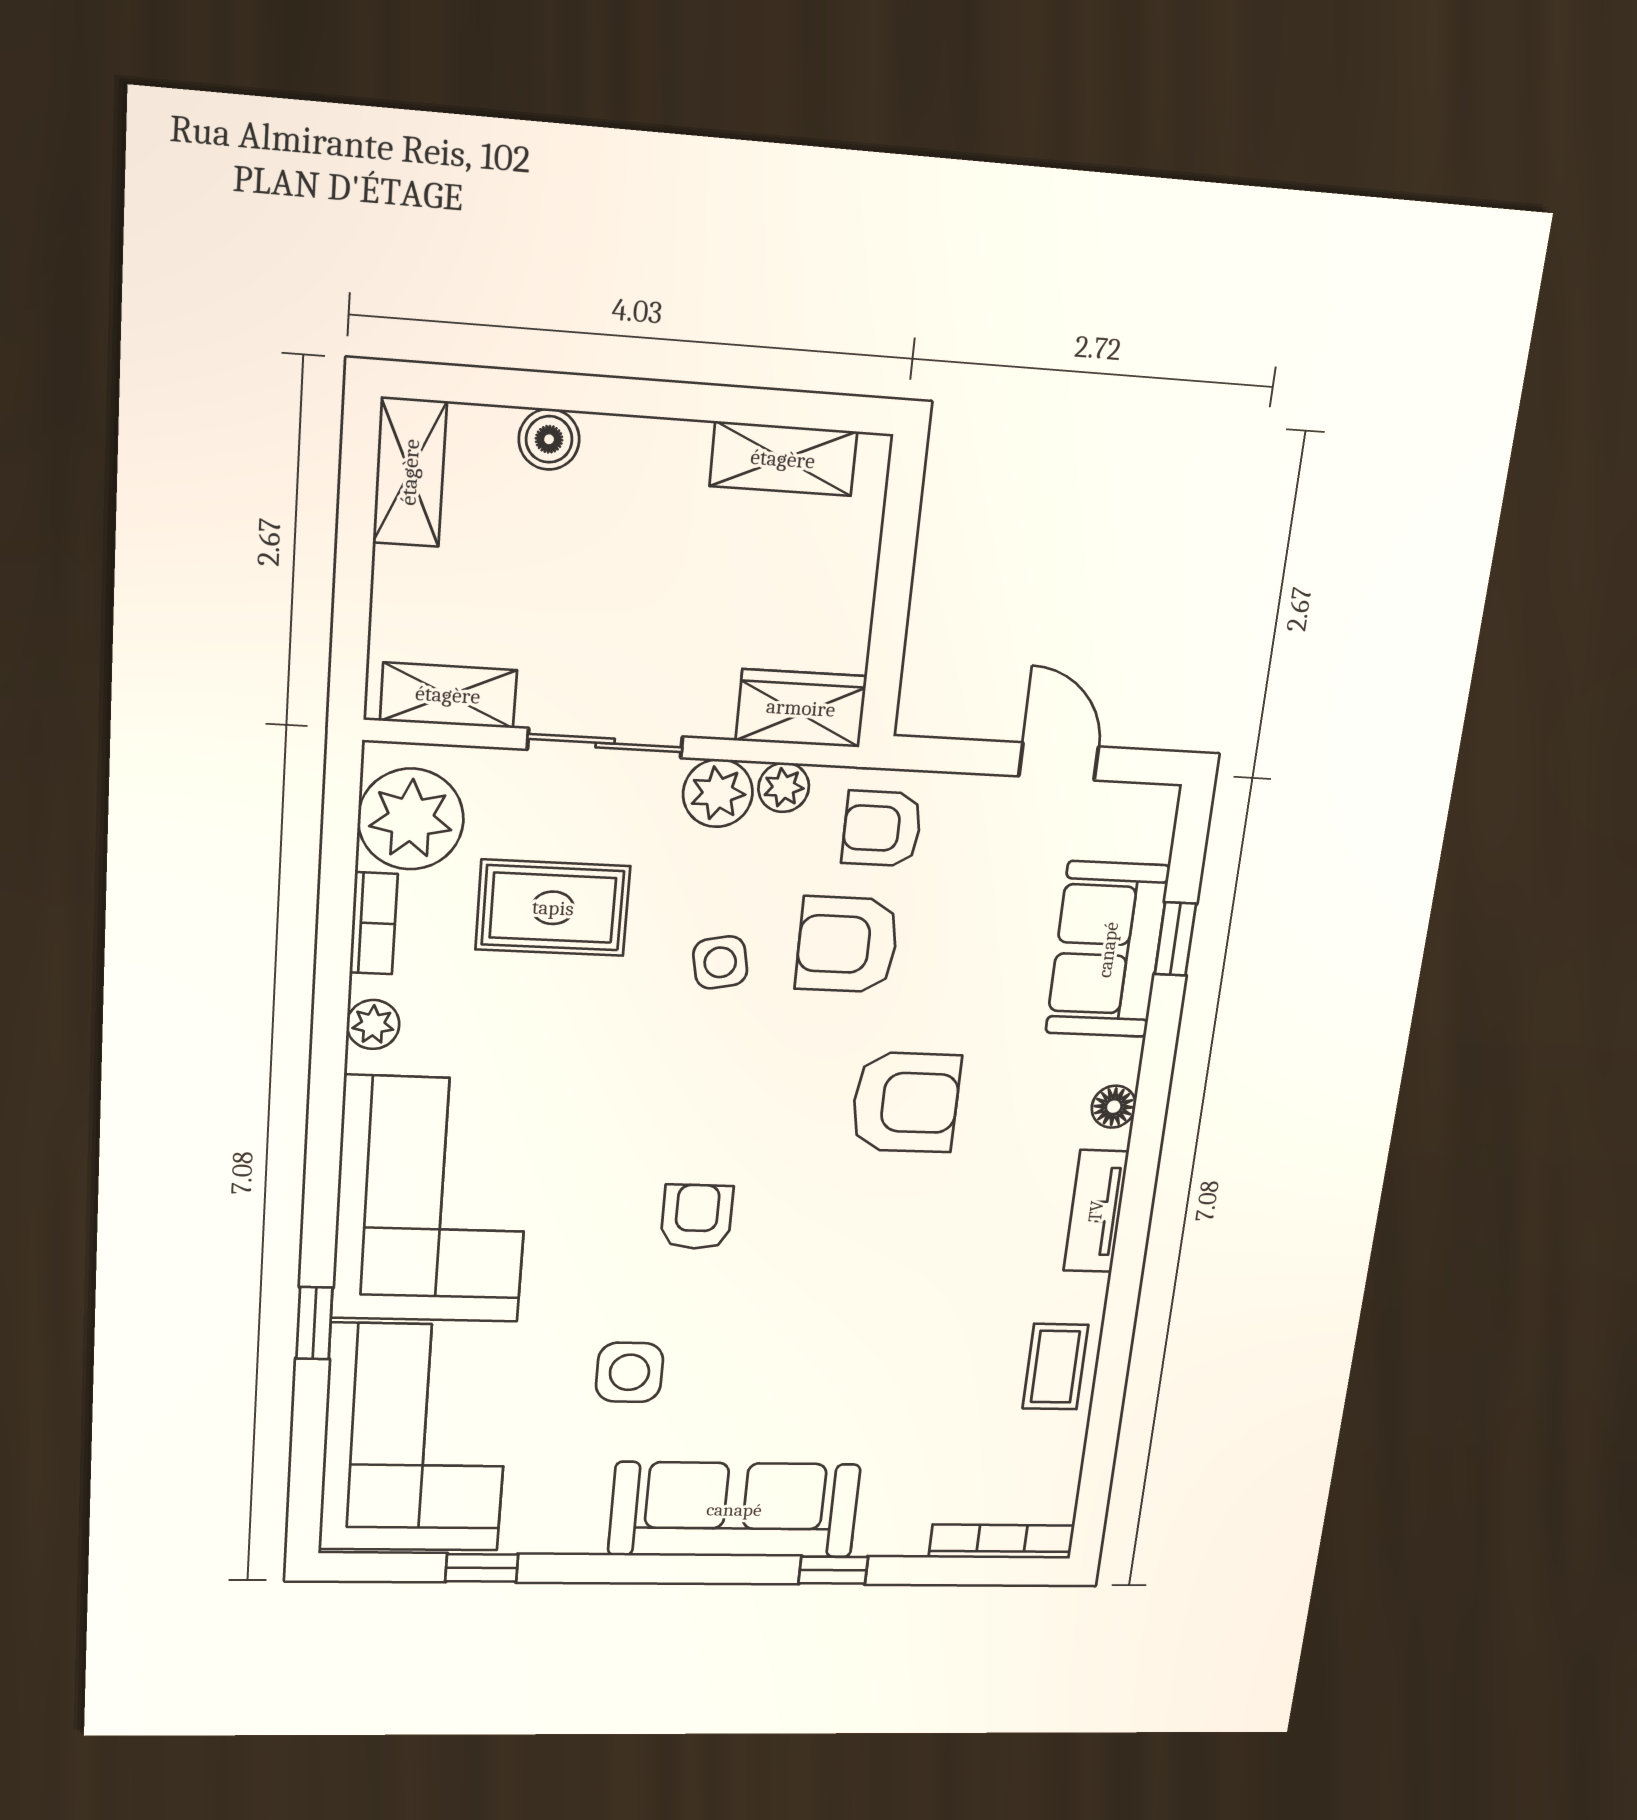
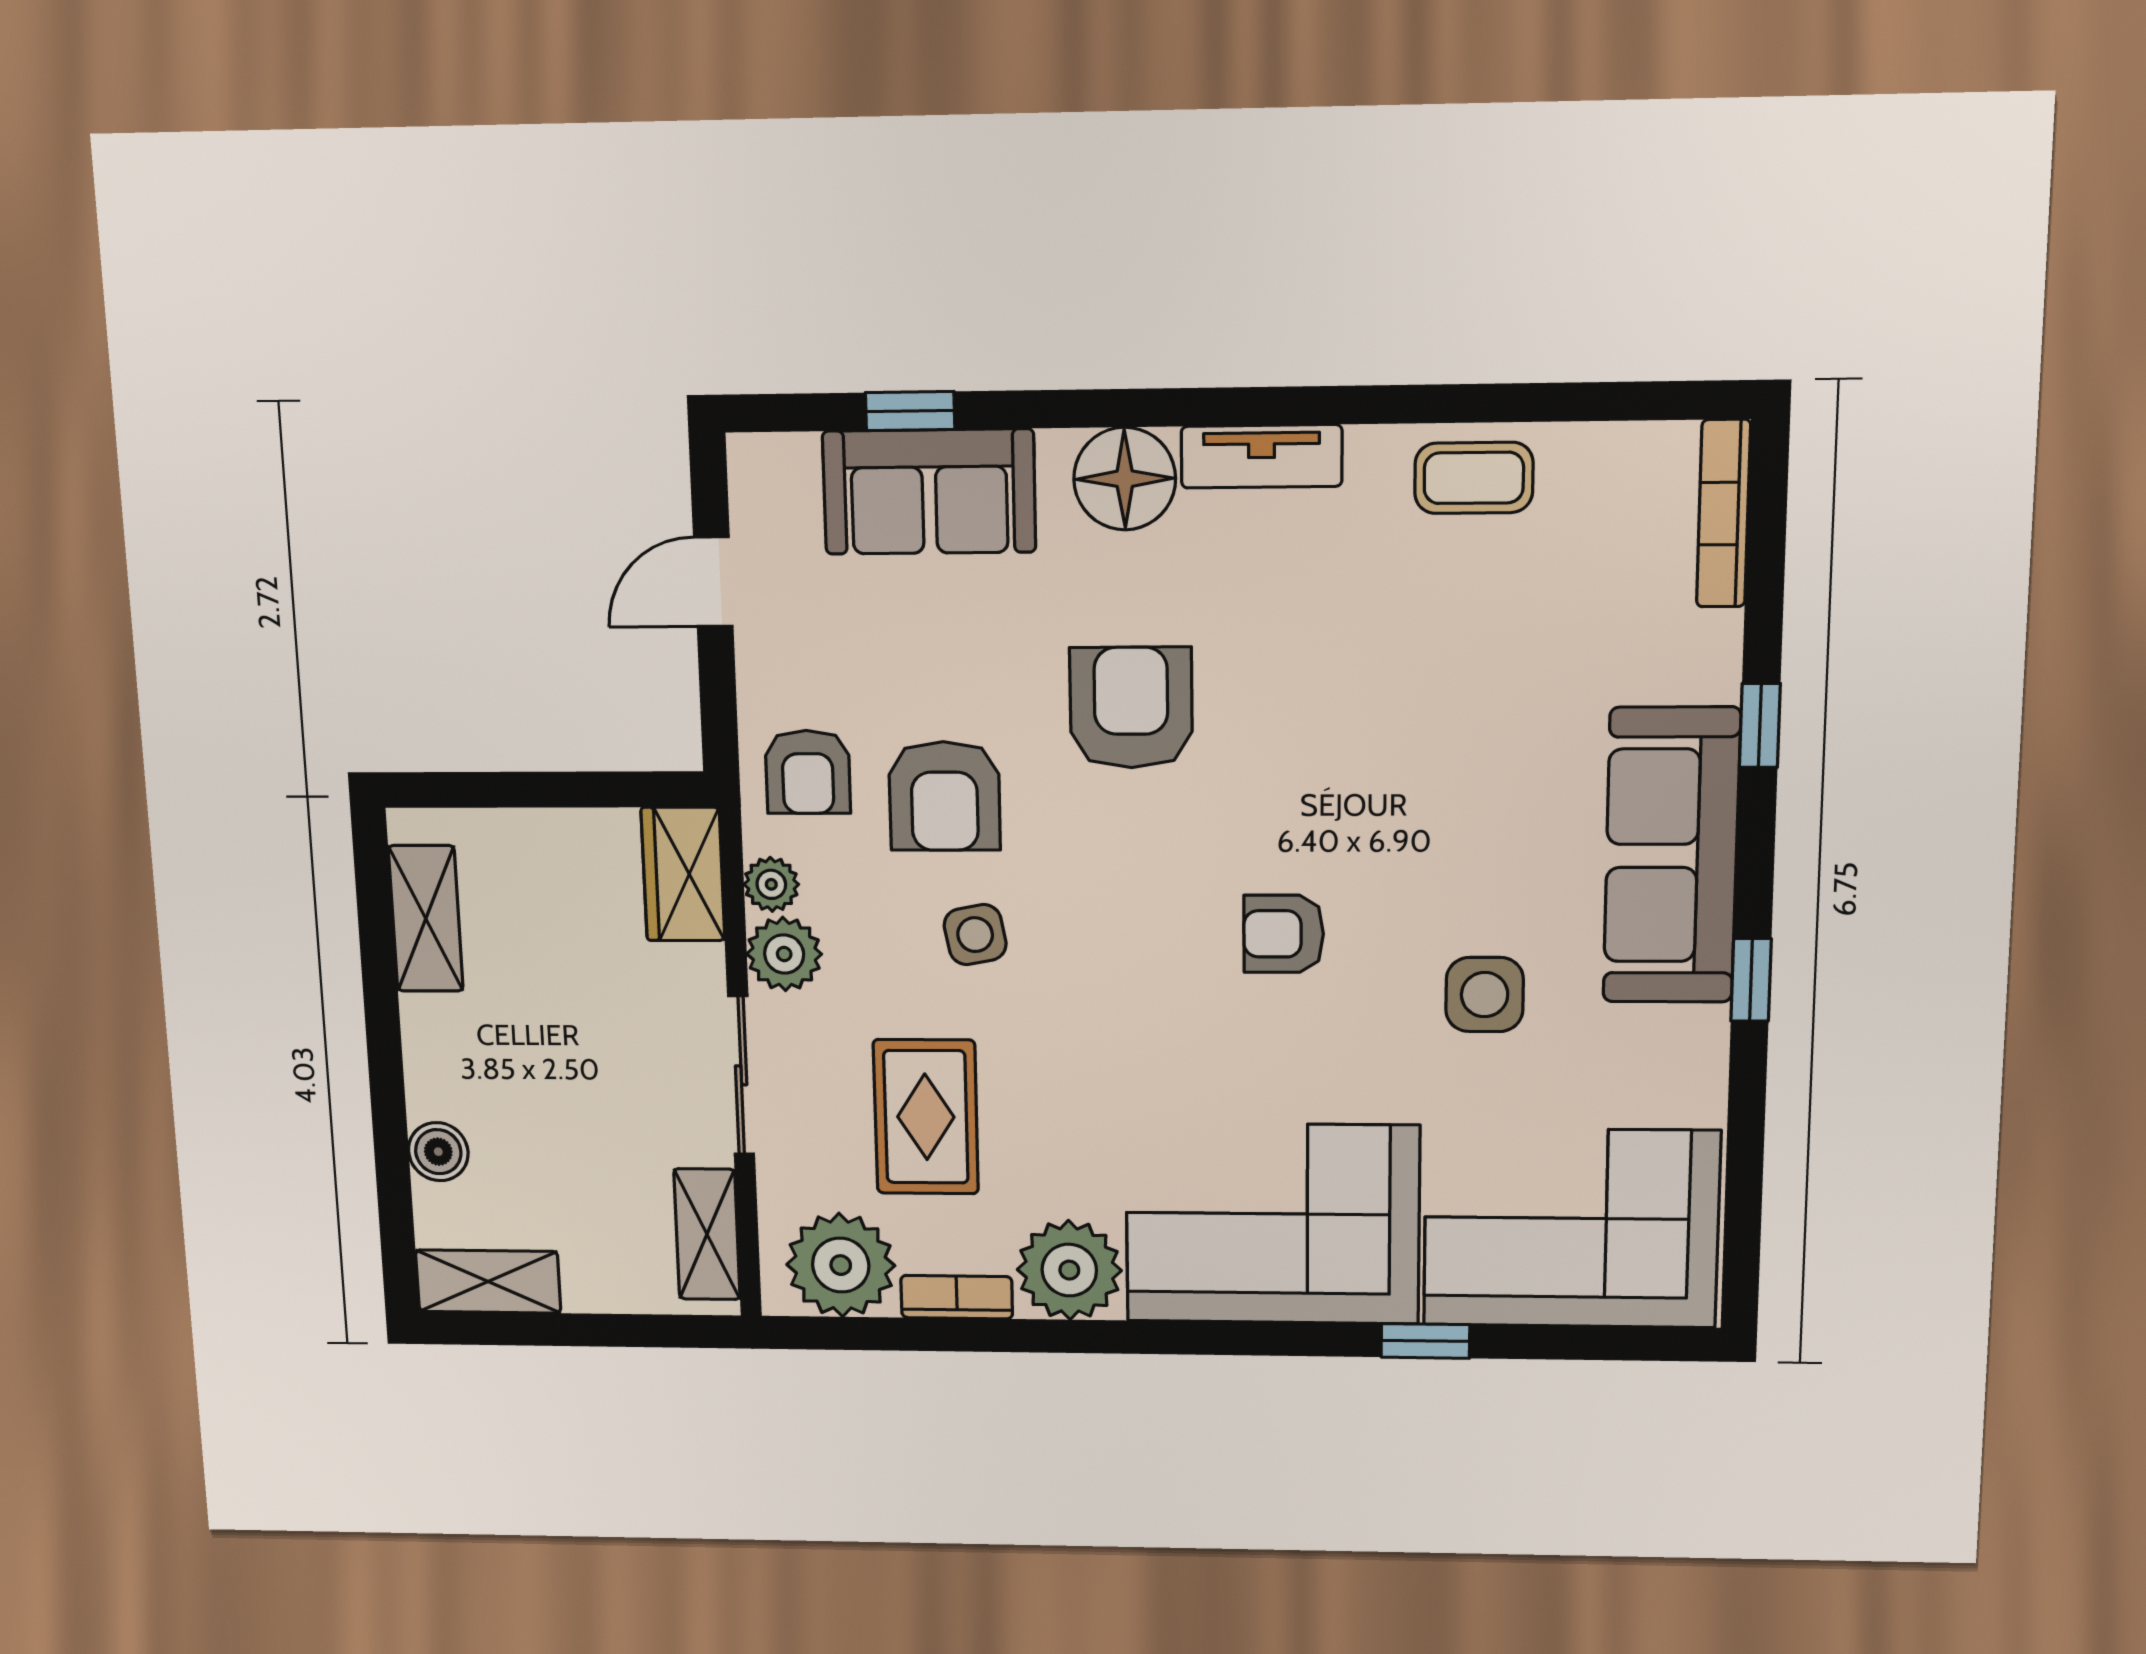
plant: (373, 1025) -> (1069, 1270), width x1.87, depth x1.87
floor lamp: (1114, 1107) -> (1125, 479), width x1.89, depth x1.89
window: (482, 1568) -> (1751, 980), moved

